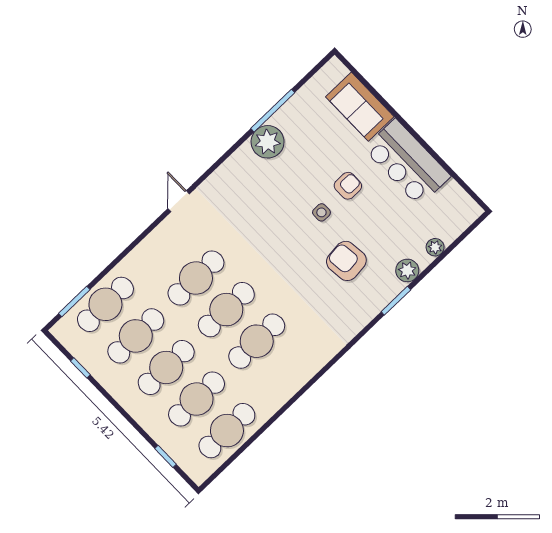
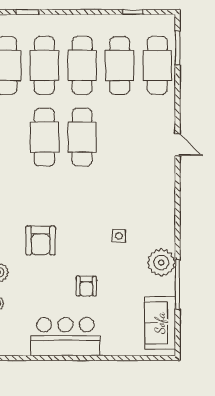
sofa: (360, 107) -> (160, 323), moved, turned -90
door: (179, 201) -> (178, 145), moved
side table: (321, 212) -> (119, 236), moved
armchair: (346, 261) -> (41, 240), turned 96
cafe table: (196, 278) -> (120, 137), removed

